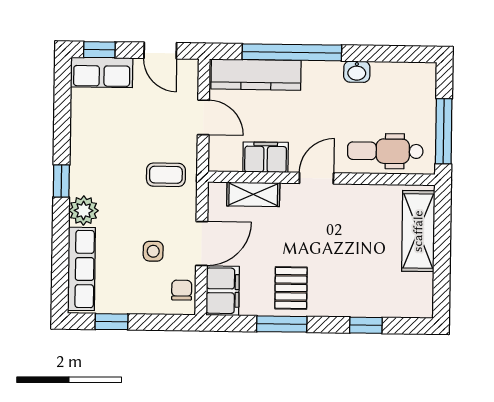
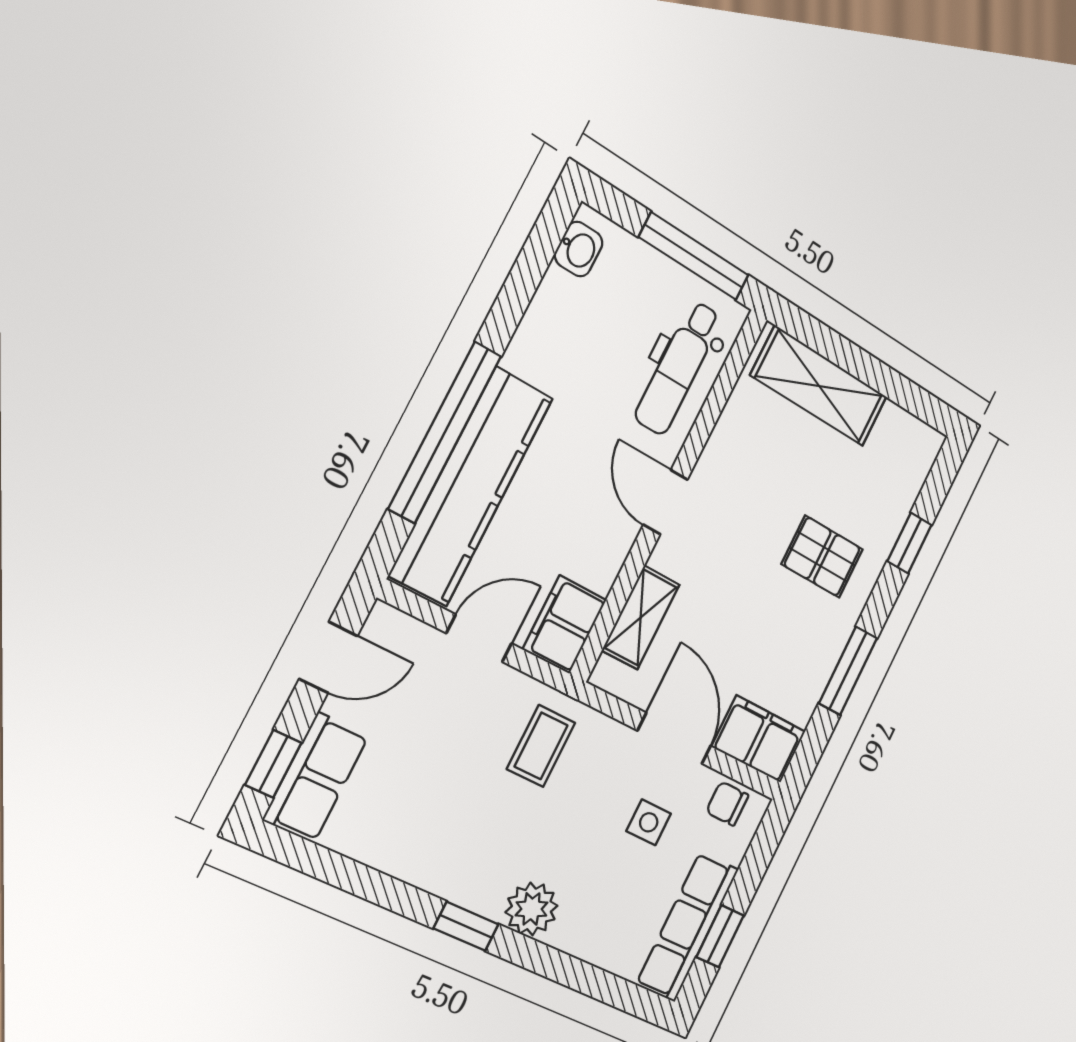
washbasin: (357, 72) -> (579, 249), moved
kitchen counter: (256, 75) -> (471, 486), width x1.39, depth x1.17
filing cabinet: (266, 157) -> (565, 625), moved
row of seats: (81, 269) -> (687, 927), moved, turned -90
pallet: (291, 288) -> (822, 557), moved

